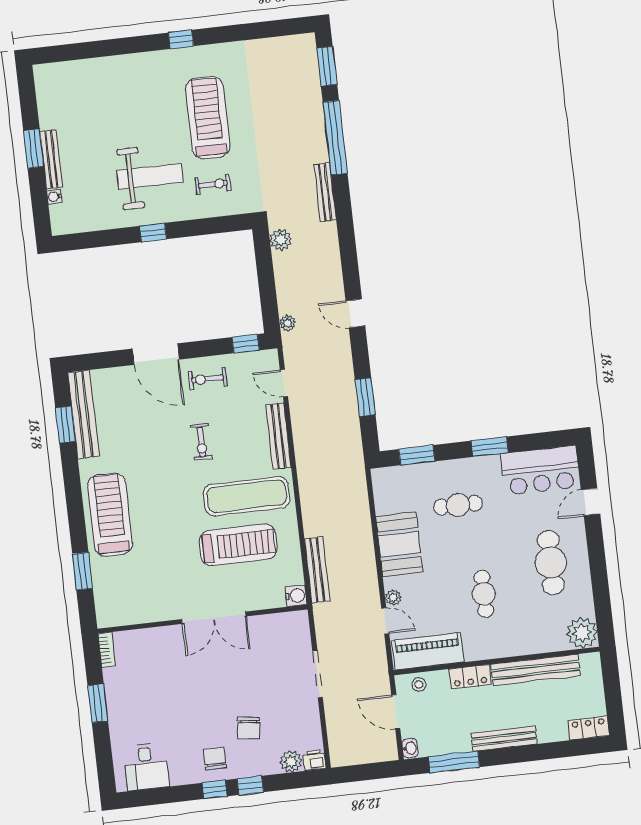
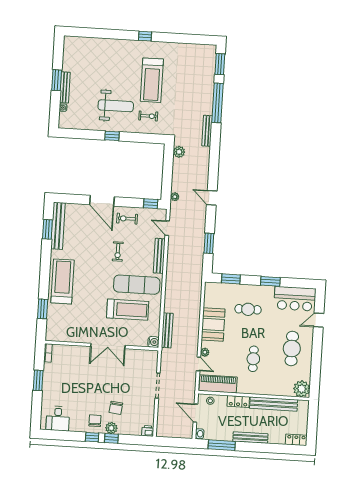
treadmill: (208, 118) -> (152, 80), turned 180
plant: (291, 761) -> (111, 428), moved

